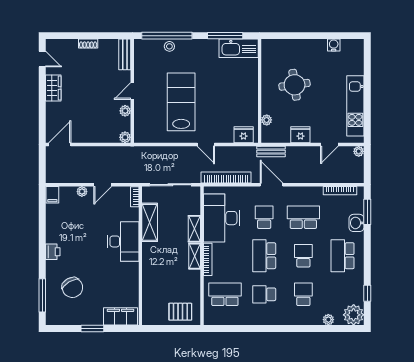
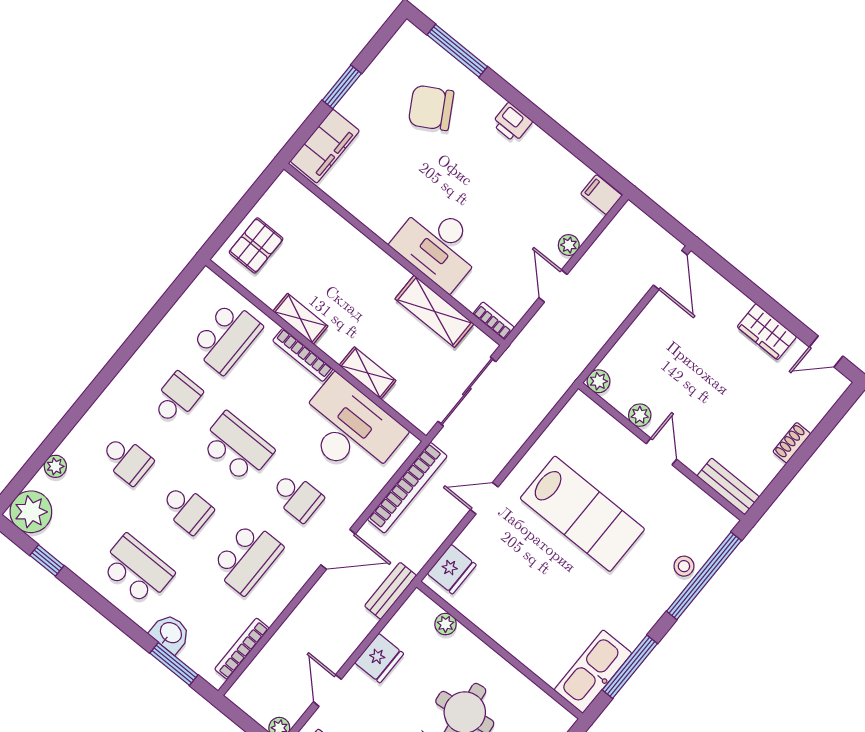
shelving: (195, 256) -> (300, 319), moved

